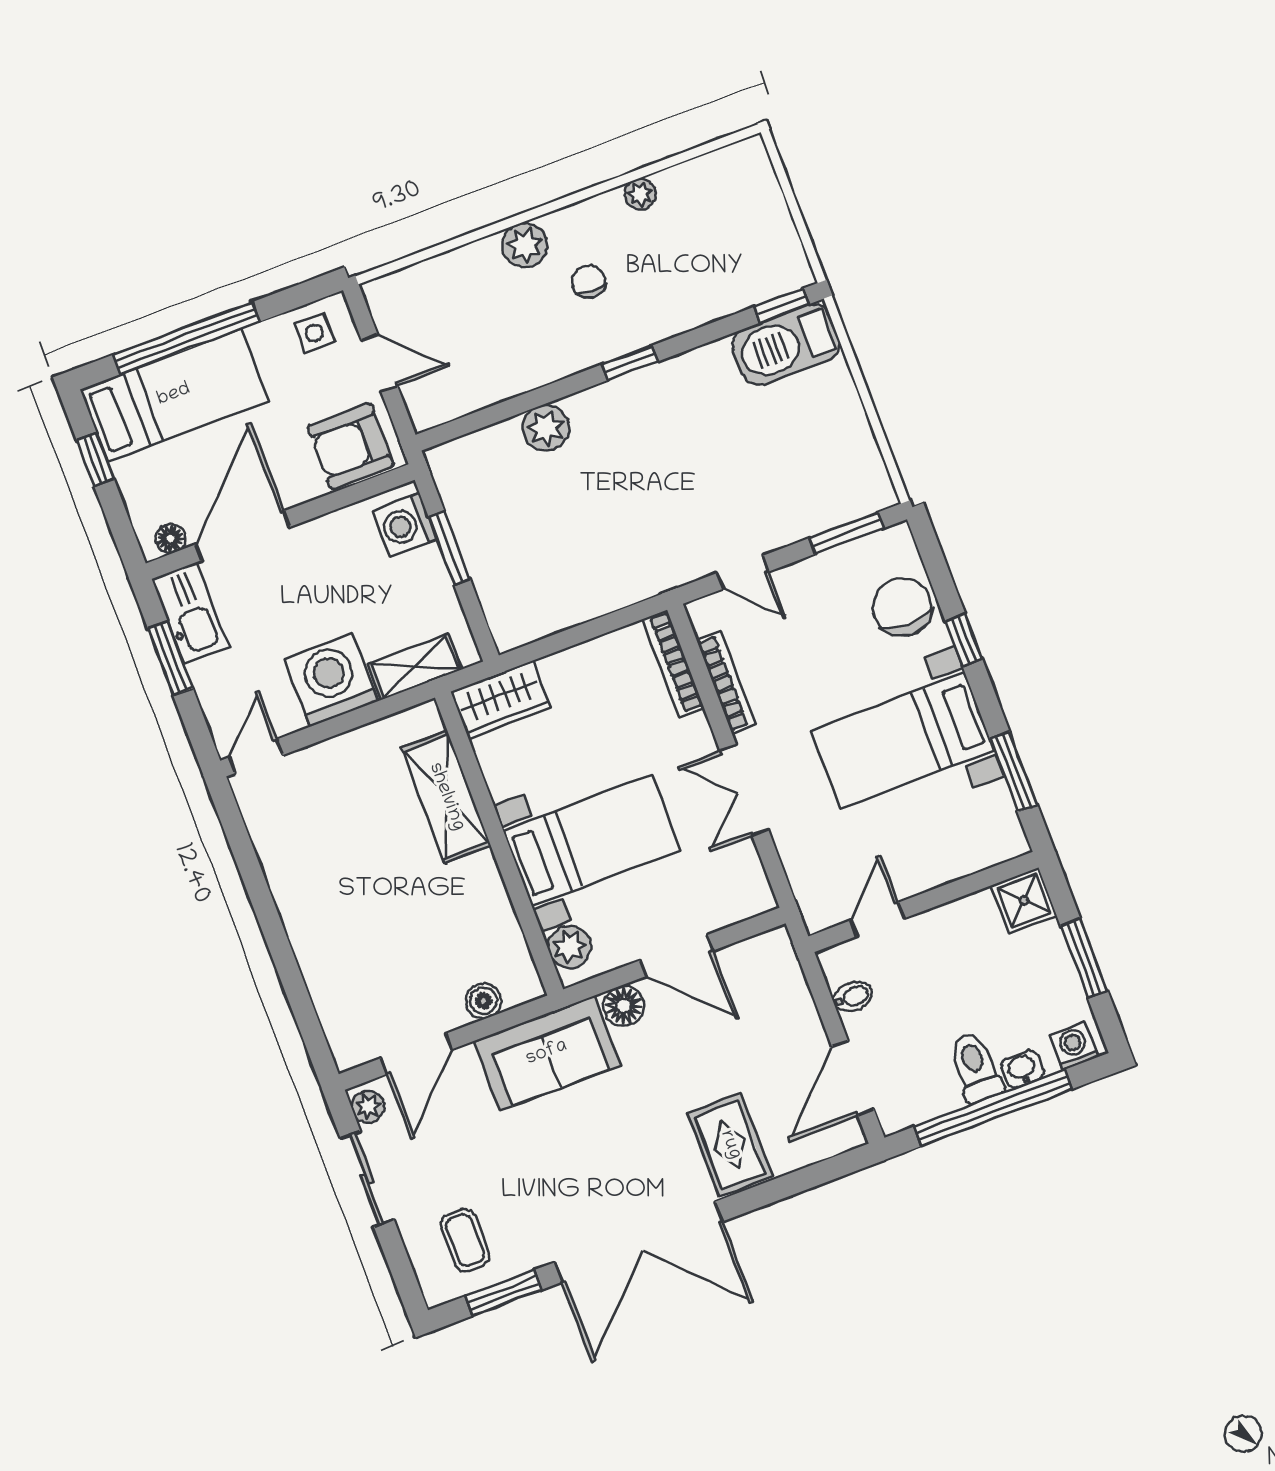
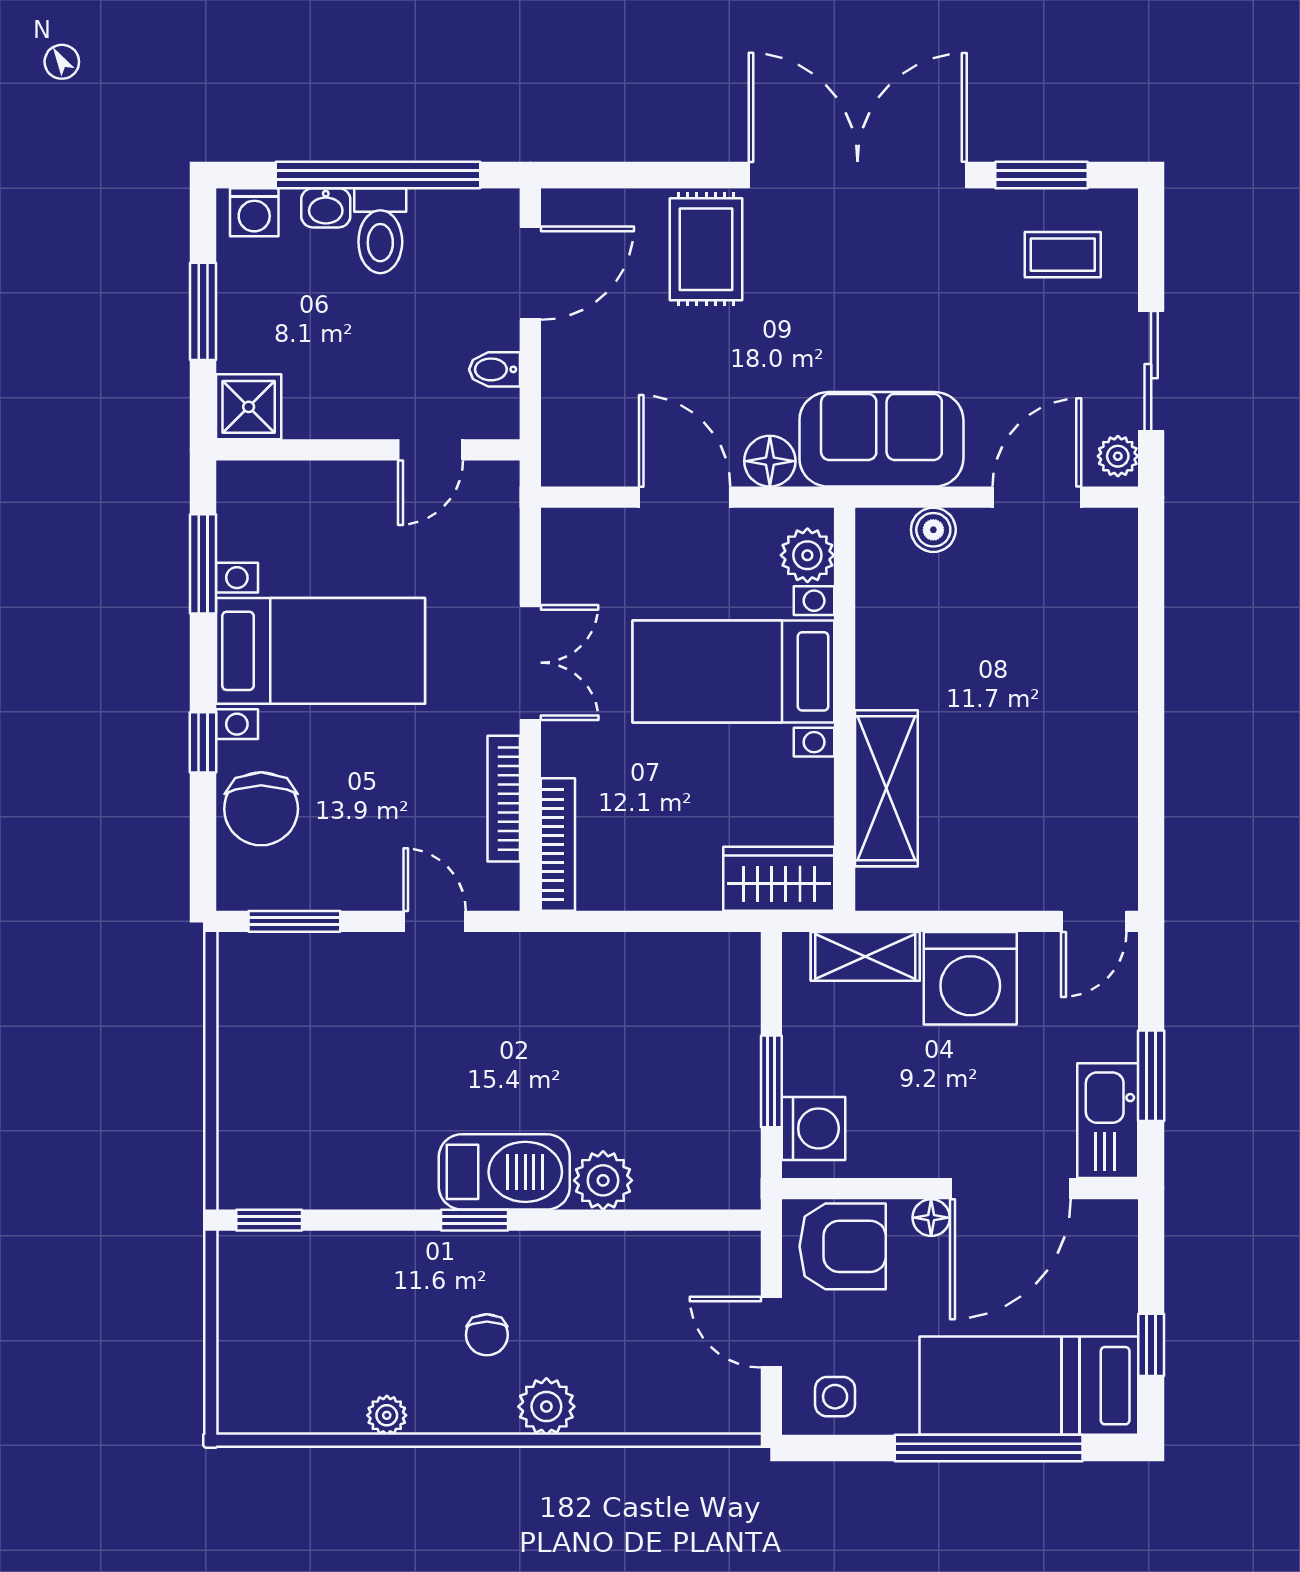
barbecue: (786, 345) -> (504, 1172), moved
floor lamp: (170, 539) -> (931, 1218), moved
coffee table: (465, 1240) -> (1063, 255), turned 90

